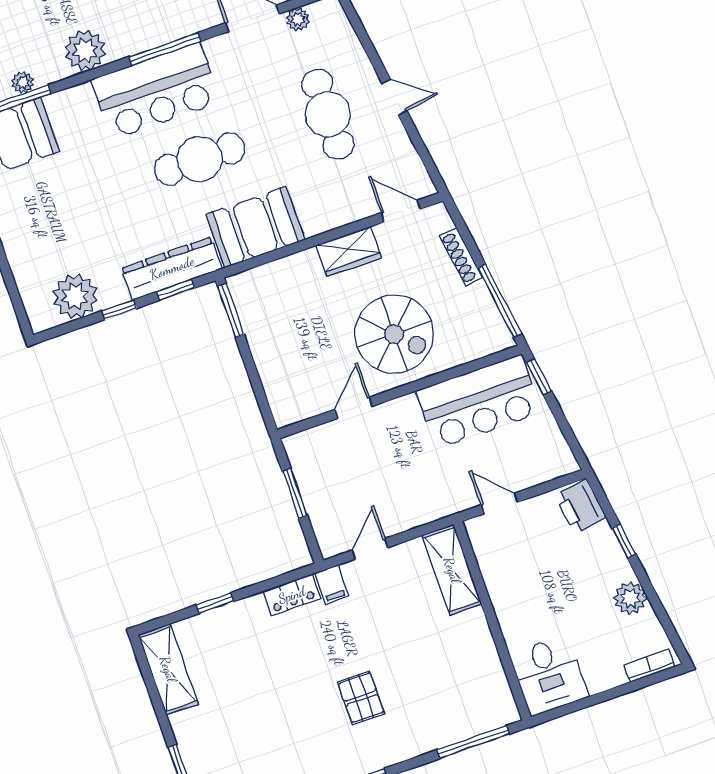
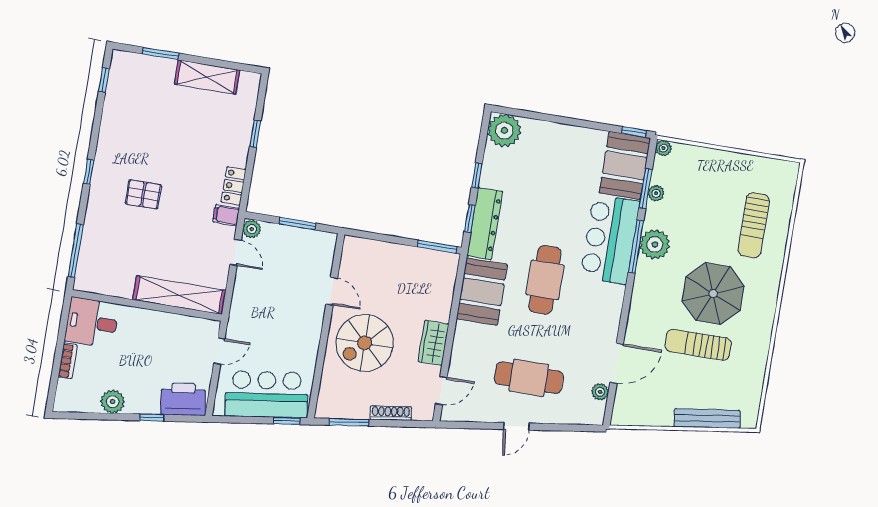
window: (165, 49) -> (636, 247), moved
bar counter: (156, 91) -> (610, 239), moved
plant: (75, 296) -> (504, 131), moved
window: (500, 301) -> (349, 422), width x0.69
bar counter: (479, 402) -> (266, 394), moved, turned 82
printer: (580, 506) -> (183, 399), width x1.37, depth x1.19
plant: (332, 545) -> (252, 229), added
shelving: (452, 570) -> (179, 295), width x1.47
bookcase: (649, 666) -> (68, 361), moved
shelving: (168, 669) -> (207, 77), moved

